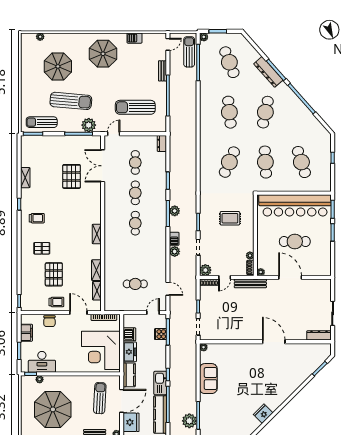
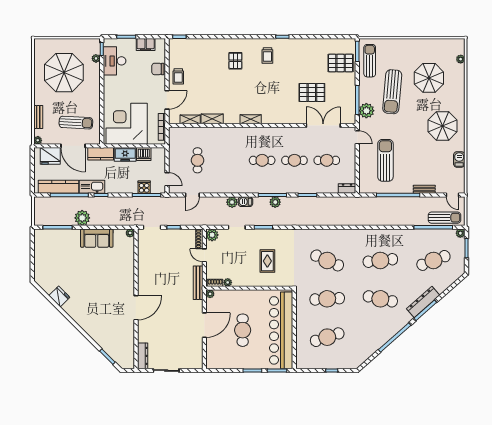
shelving: (25, 178) -> (311, 43), removed
pallet: (54, 274) -> (341, 63), moved
plant: (189, 421) -> (82, 218), moved

